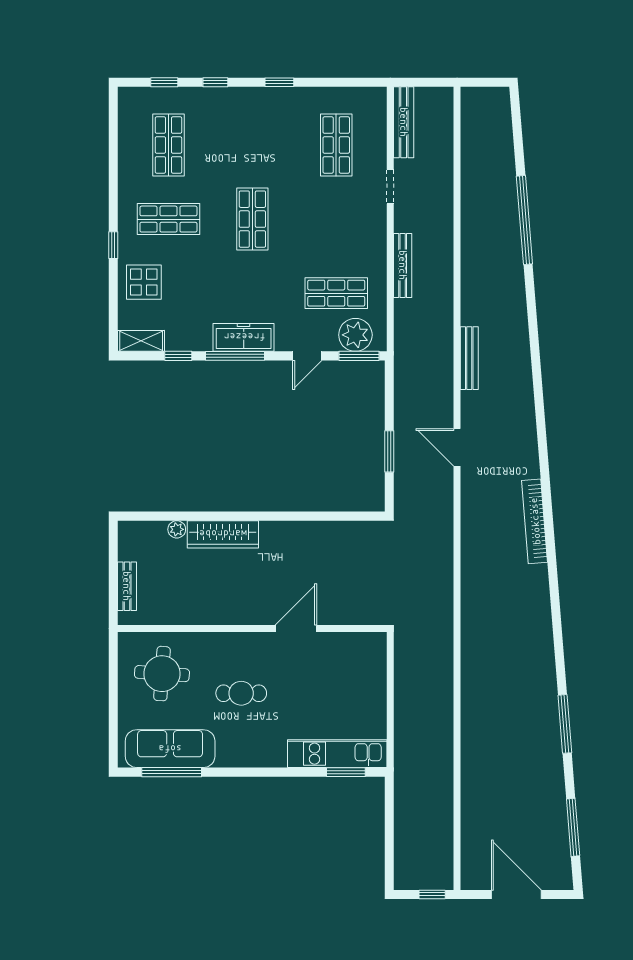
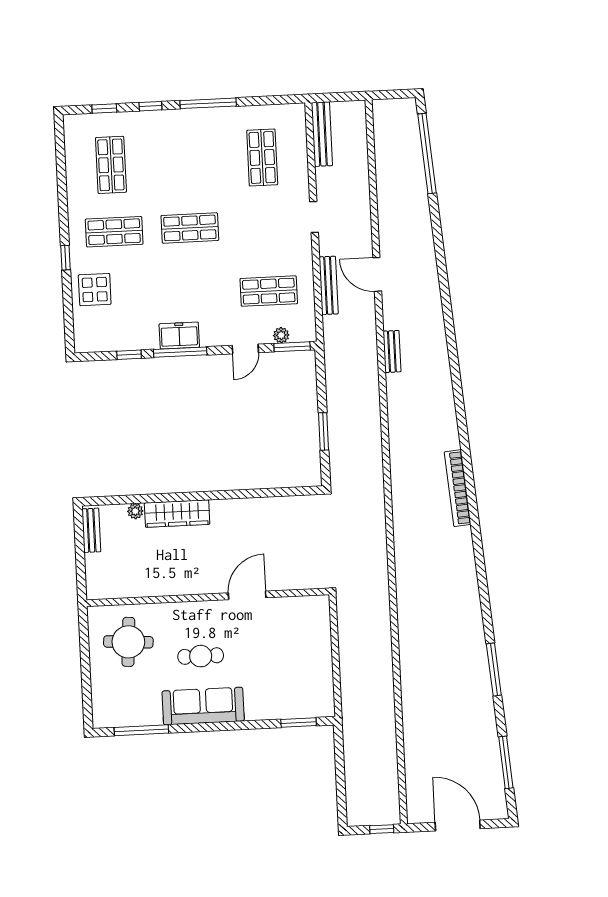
window: (279, 82) -> (208, 103), width x2.17
doorway: (390, 187) -> (314, 217), moved
shop shelf: (252, 219) -> (190, 228), turned 90
window: (524, 220) -> (427, 154), moved
bench: (403, 265) -> (329, 285), moved
plant: (355, 335) -> (281, 335), width x0.53, depth x0.53
freezer: (244, 337) -> (179, 335), width x0.71
shelving: (141, 341) -> (95, 343), removed
bench: (469, 358) -> (392, 351), width x0.73
door: (457, 447) -> (377, 274), moved
bench: (127, 586) -> (91, 530), moved
sofa: (170, 749) -> (203, 706), moved
kitchen unit: (337, 754) -> (290, 706), removed

